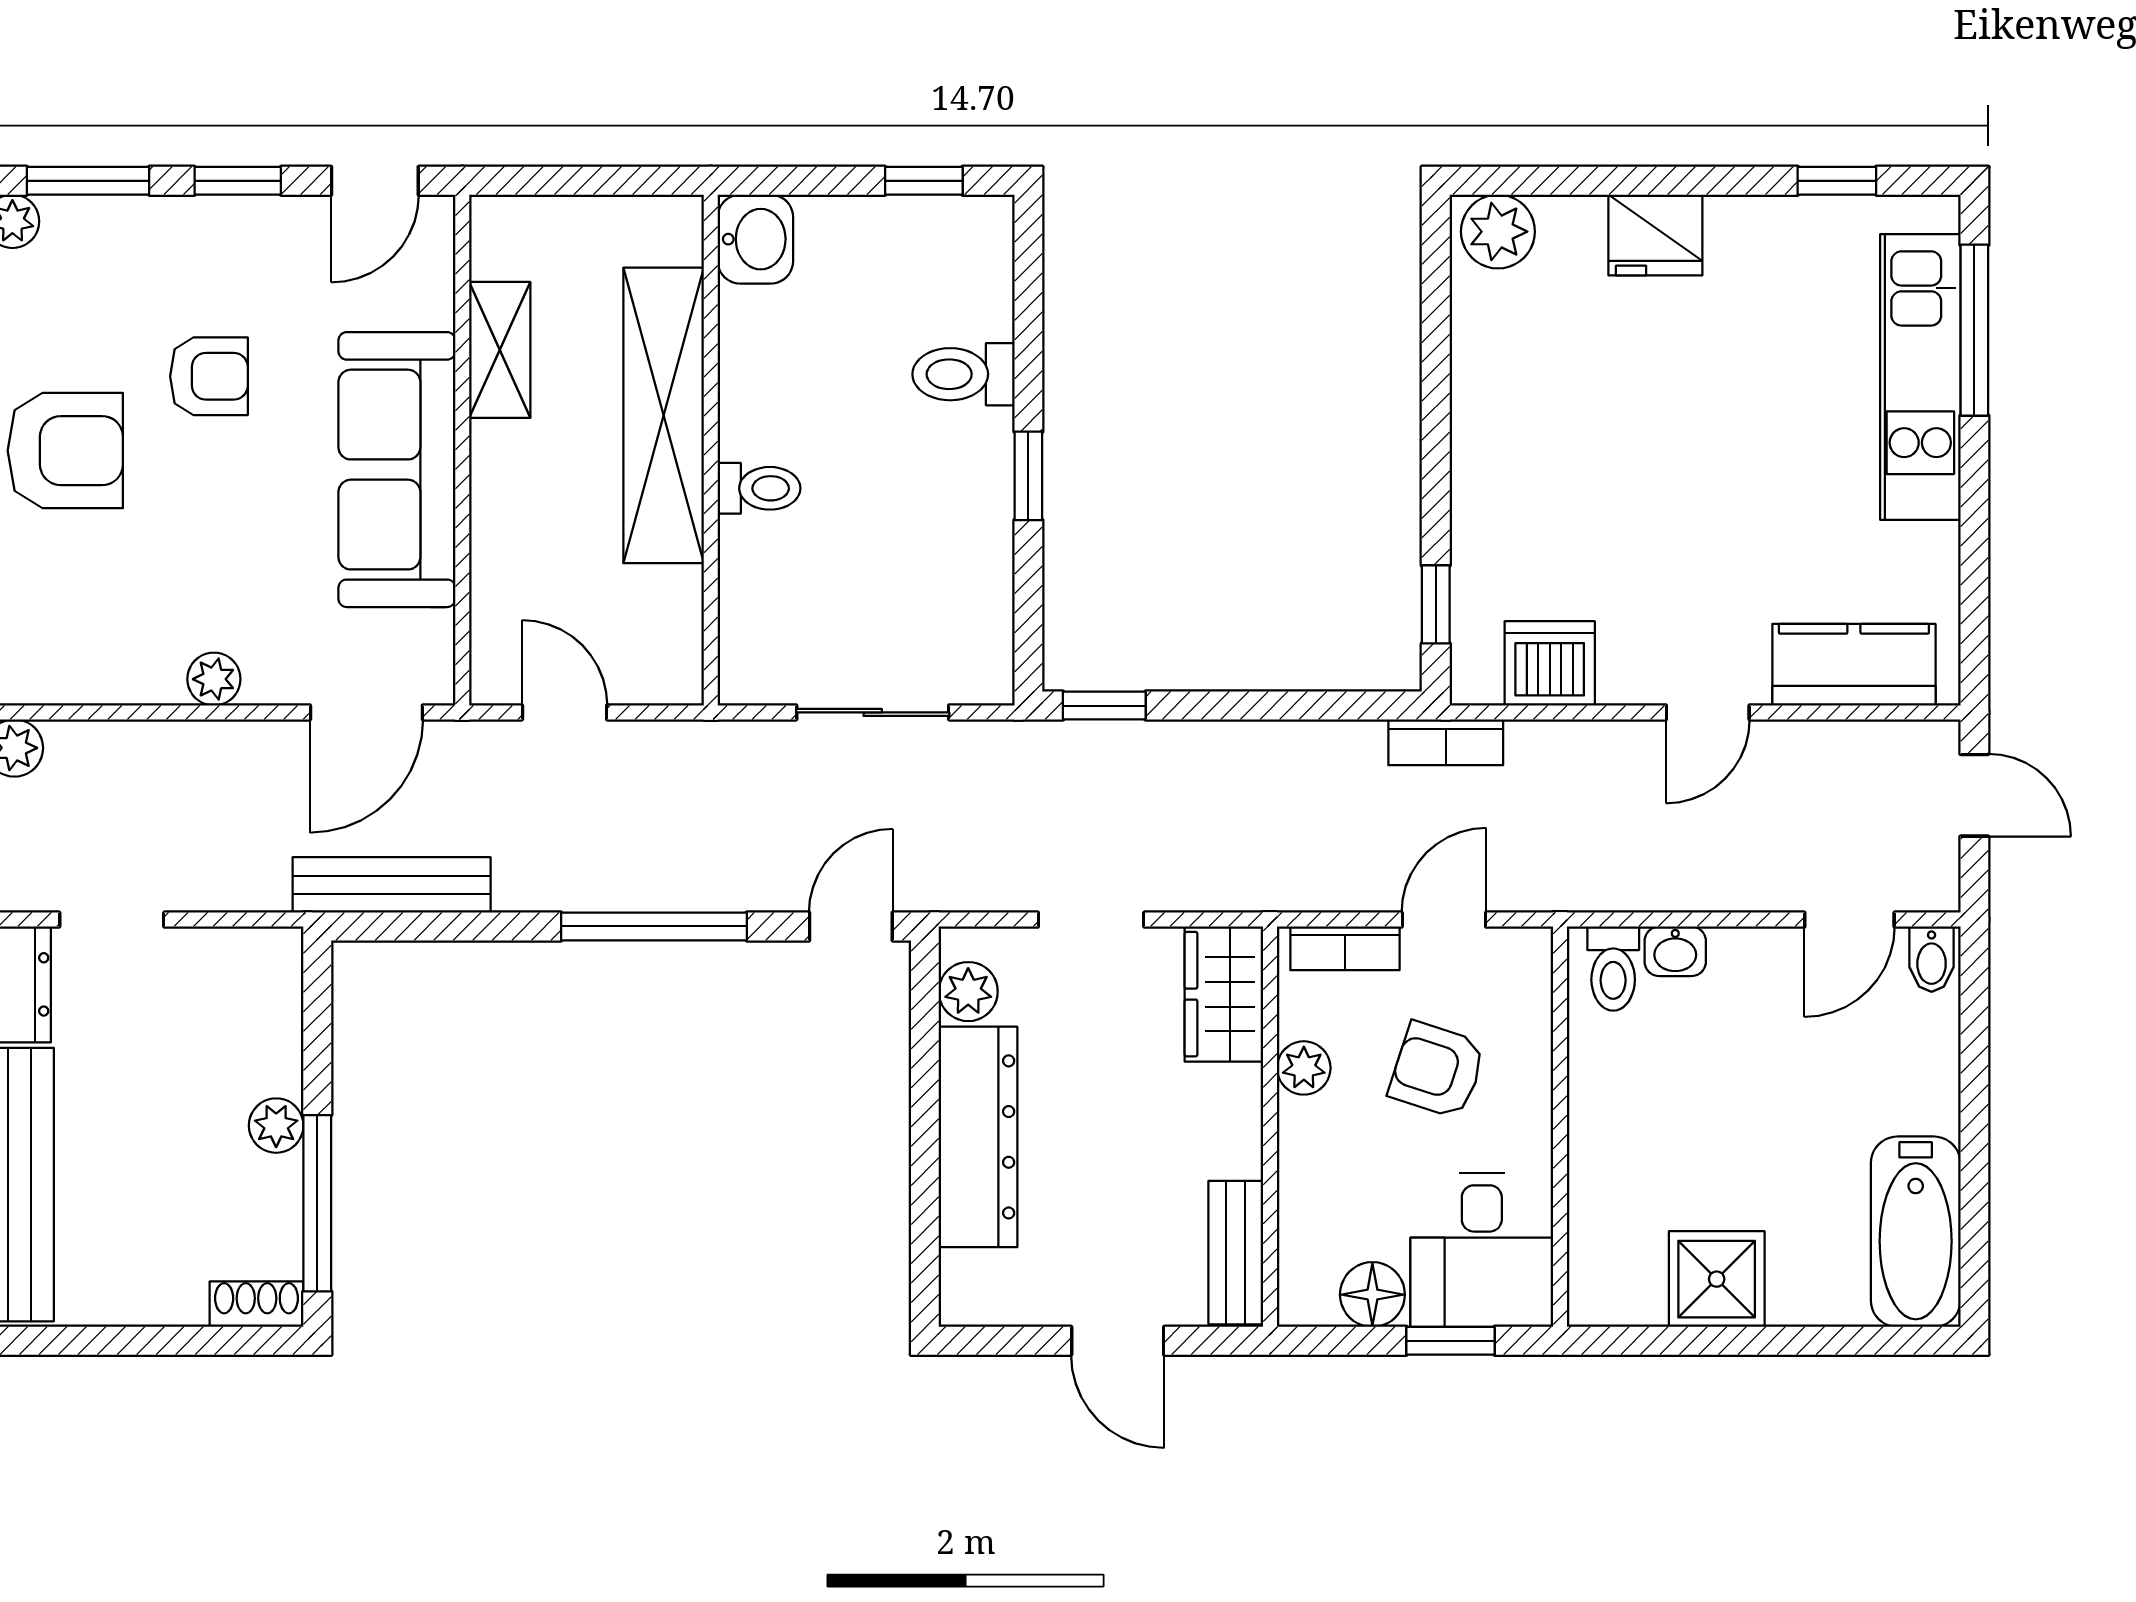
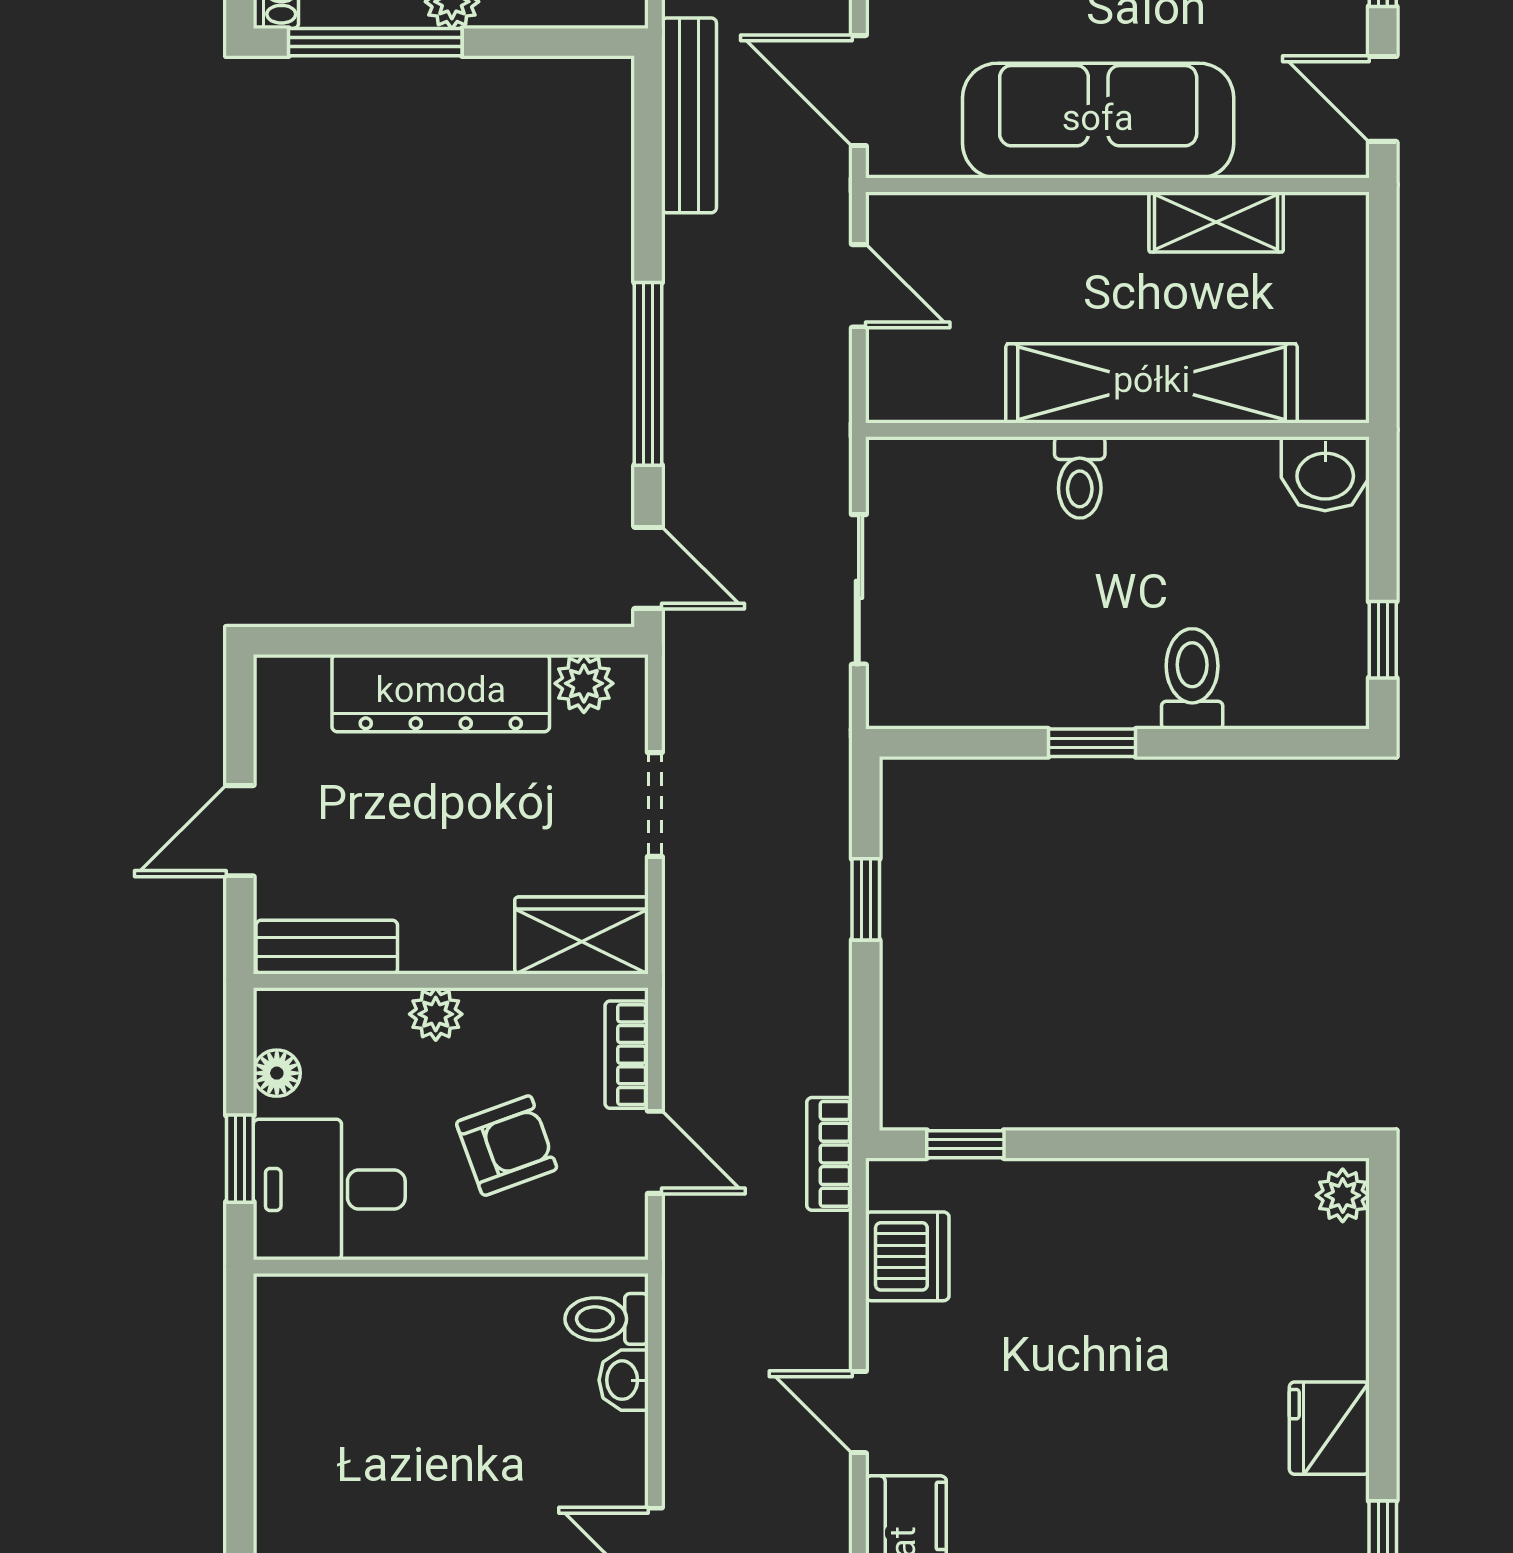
plant: (1498, 232) -> (1343, 1195), width x0.73, depth x0.73
fridge: (1655, 235) -> (1329, 1428), moved
window: (1104, 706) -> (866, 899), moved
door: (565, 712) -> (859, 286), hinge flipped
plant: (1304, 1068) -> (436, 1014), moved
armchair: (1437, 1070) -> (507, 1146), turned 52
shower: (1717, 1279) -> (301, 1421), removed
floor lamp: (1372, 1295) -> (277, 1073), width x0.73, depth x0.73

